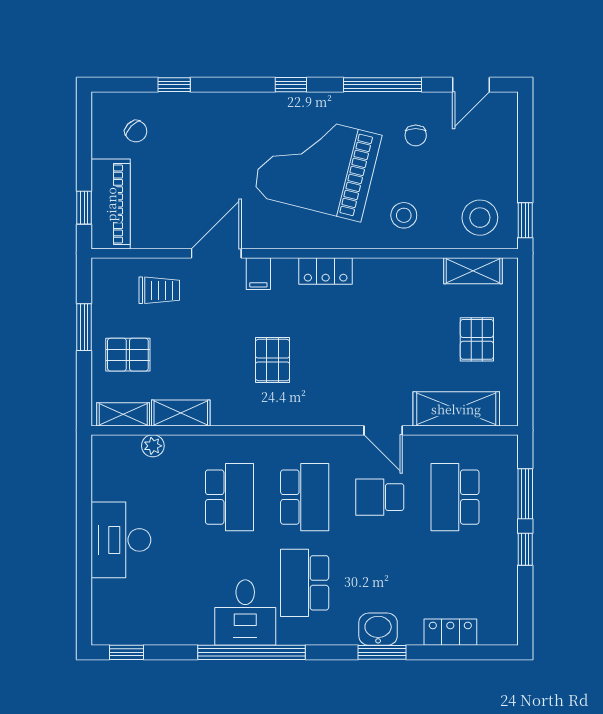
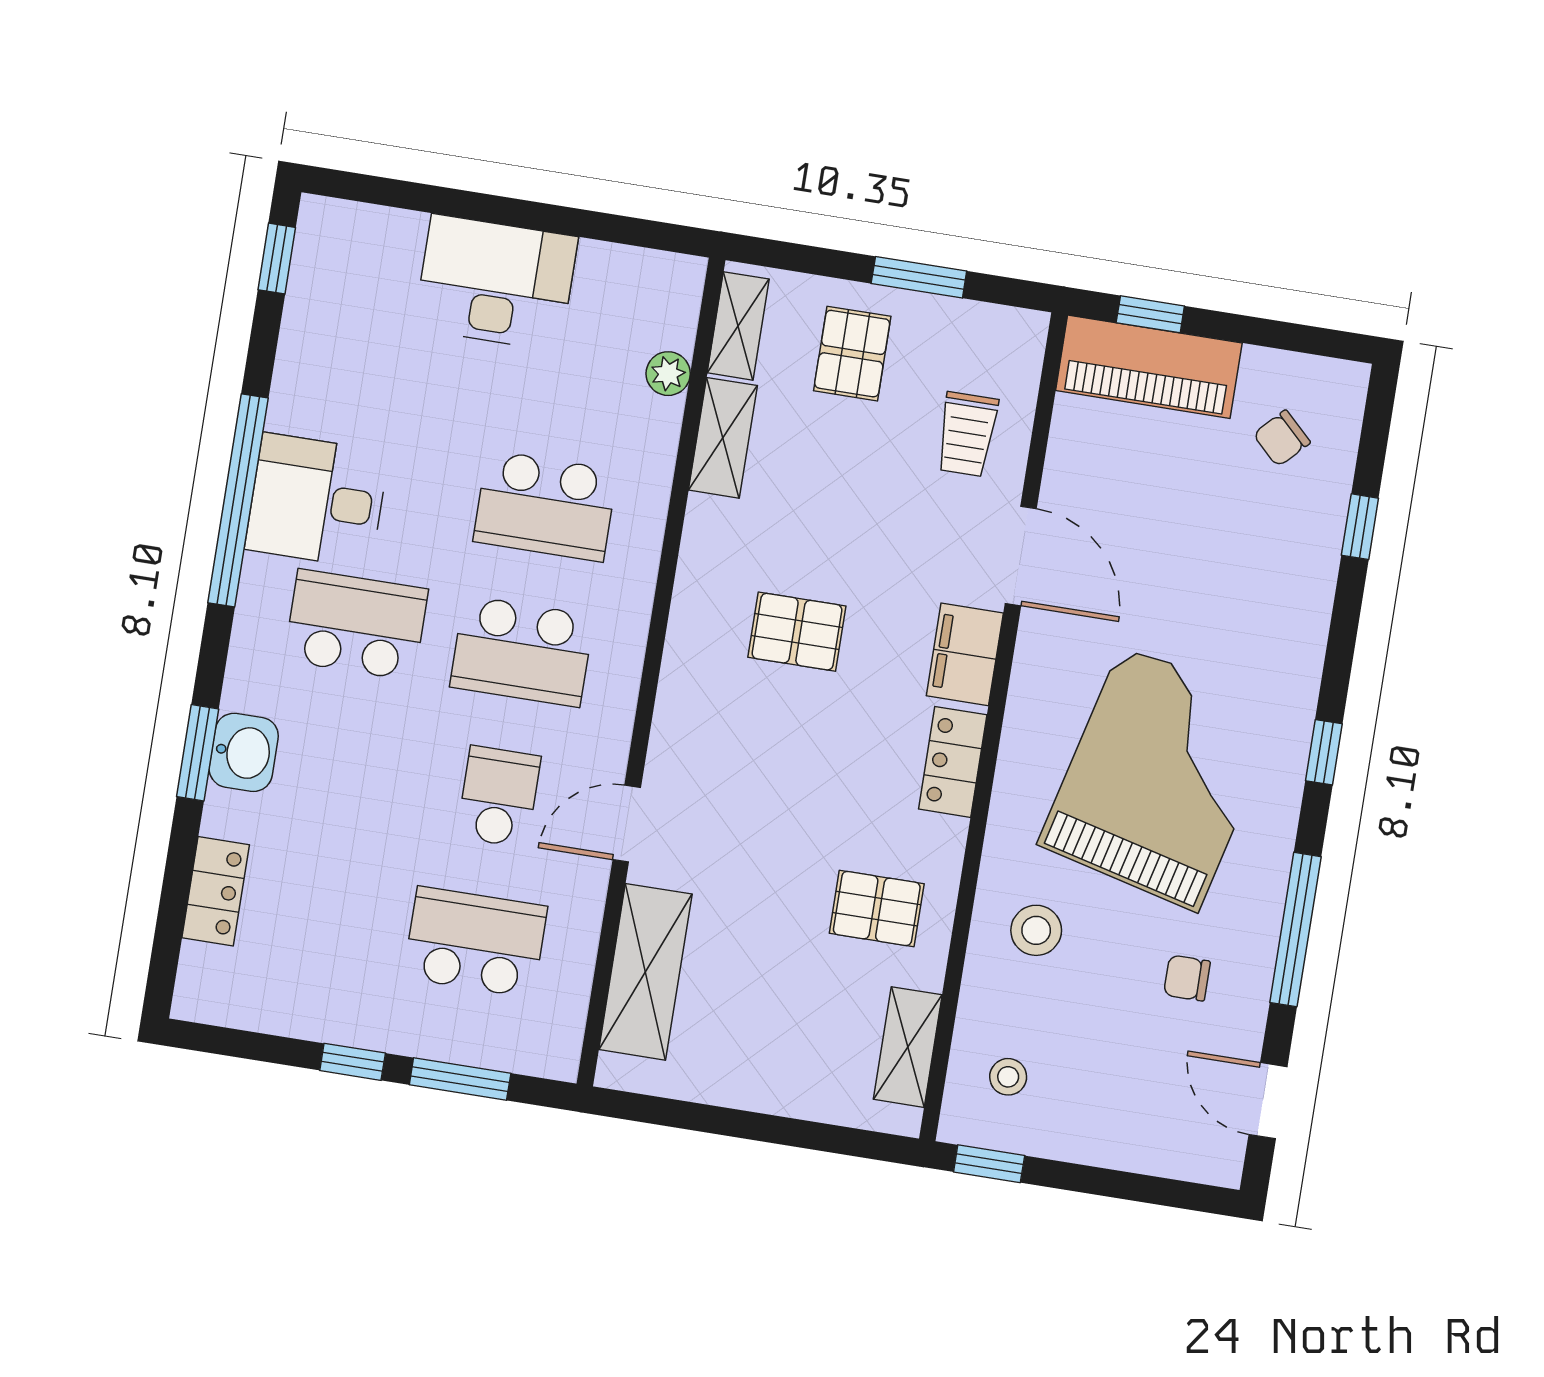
stool: (480, 218) -> (1008, 1077), width x0.53, depth x0.53
filing cabinet: (258, 274) -> (965, 654), width x2.00
pallet: (477, 339) -> (877, 908), moved

